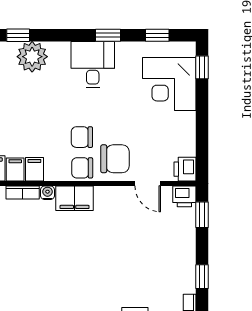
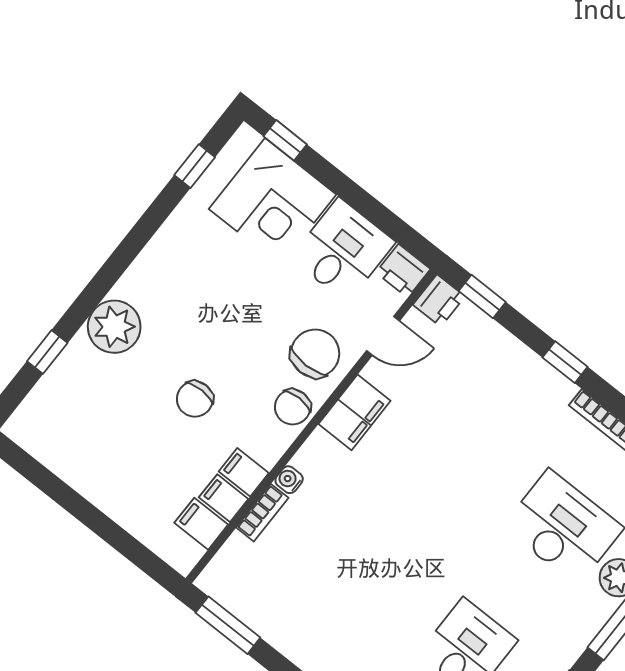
window: (108, 35) -> (142, 232), removed
plant: (32, 57) -> (114, 327), moved
desk: (93, 65) -> (343, 250), moved, turned 90
chair: (82, 137) -> (195, 399), moved
filing cabinet: (75, 198) -> (355, 412), moved

